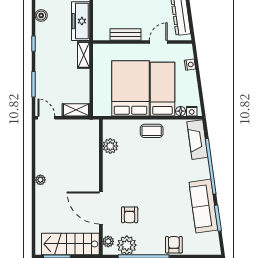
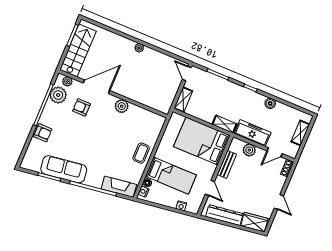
plant: (100, 17) -> (249, 150), added
bed: (130, 88) -> (202, 141), moved, turned 180
door: (46, 118) -> (187, 73), swing flipped
plant: (110, 146) -> (122, 106), moved

